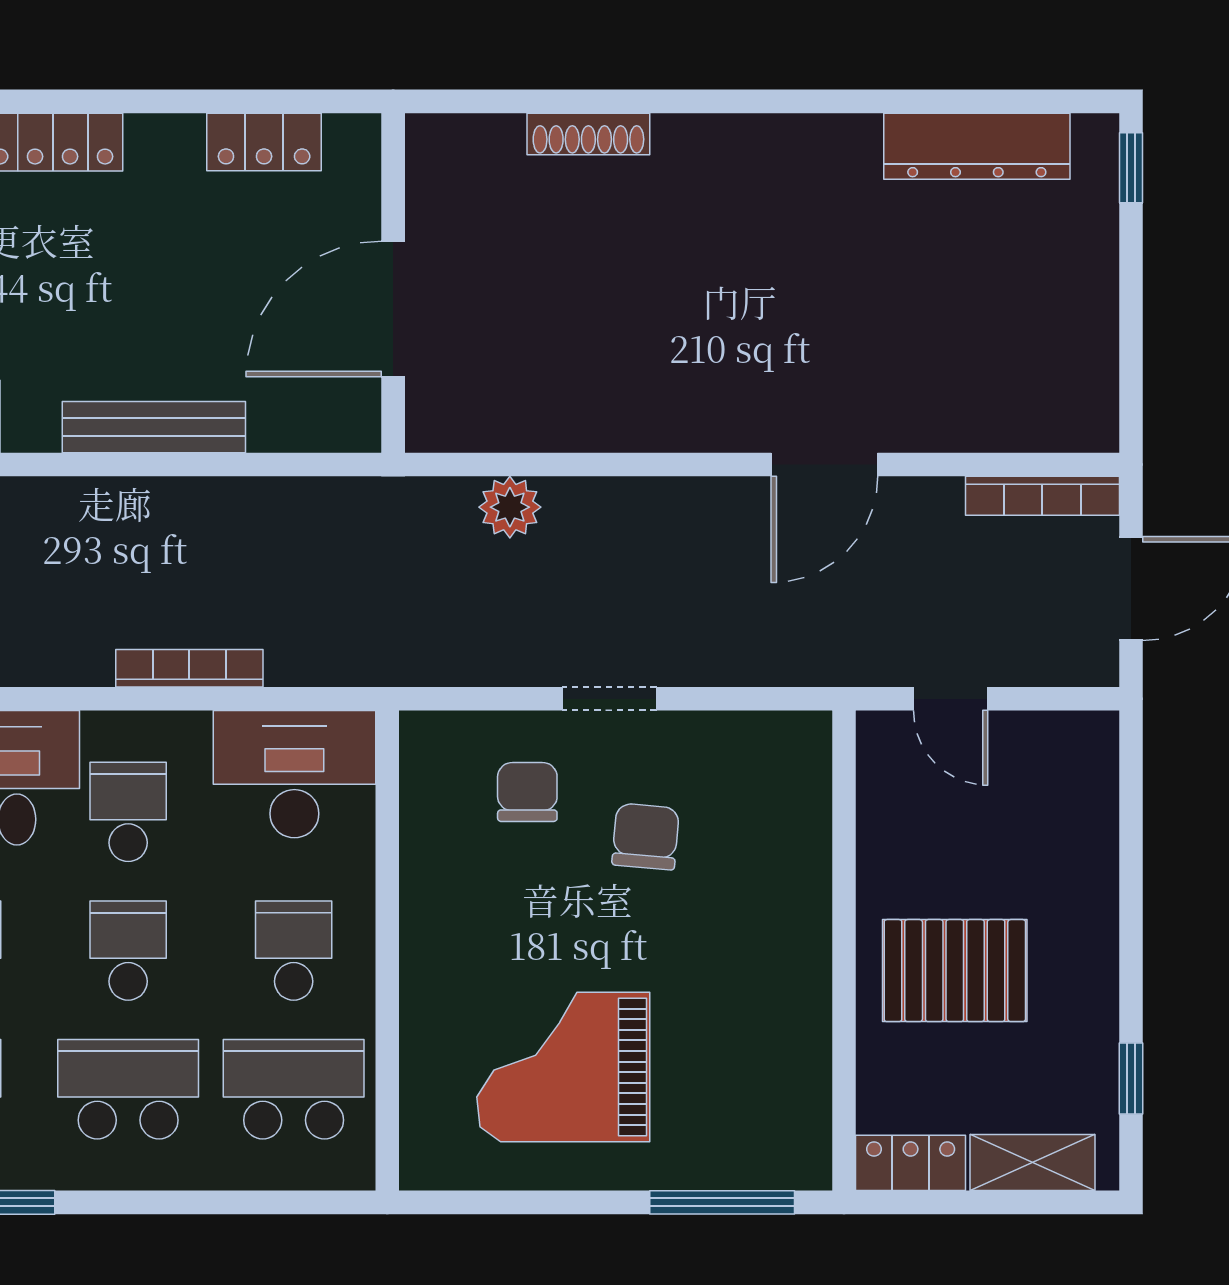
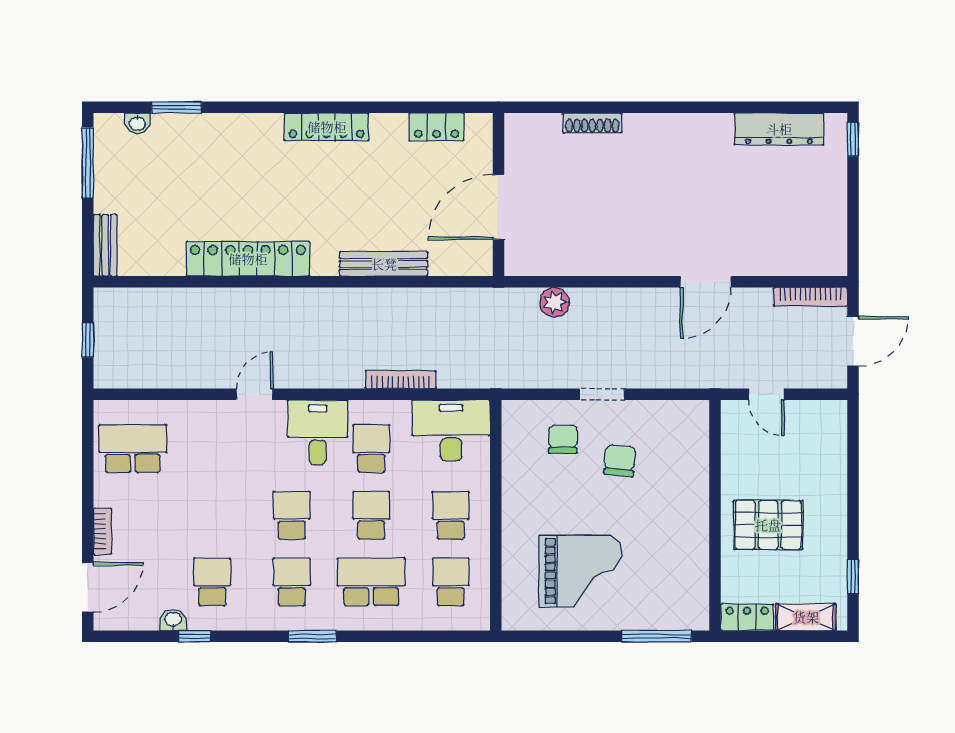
grand piano: (563, 1067) -> (580, 571), turned 180
school desk: (294, 1089) -> (451, 582), width x0.54

